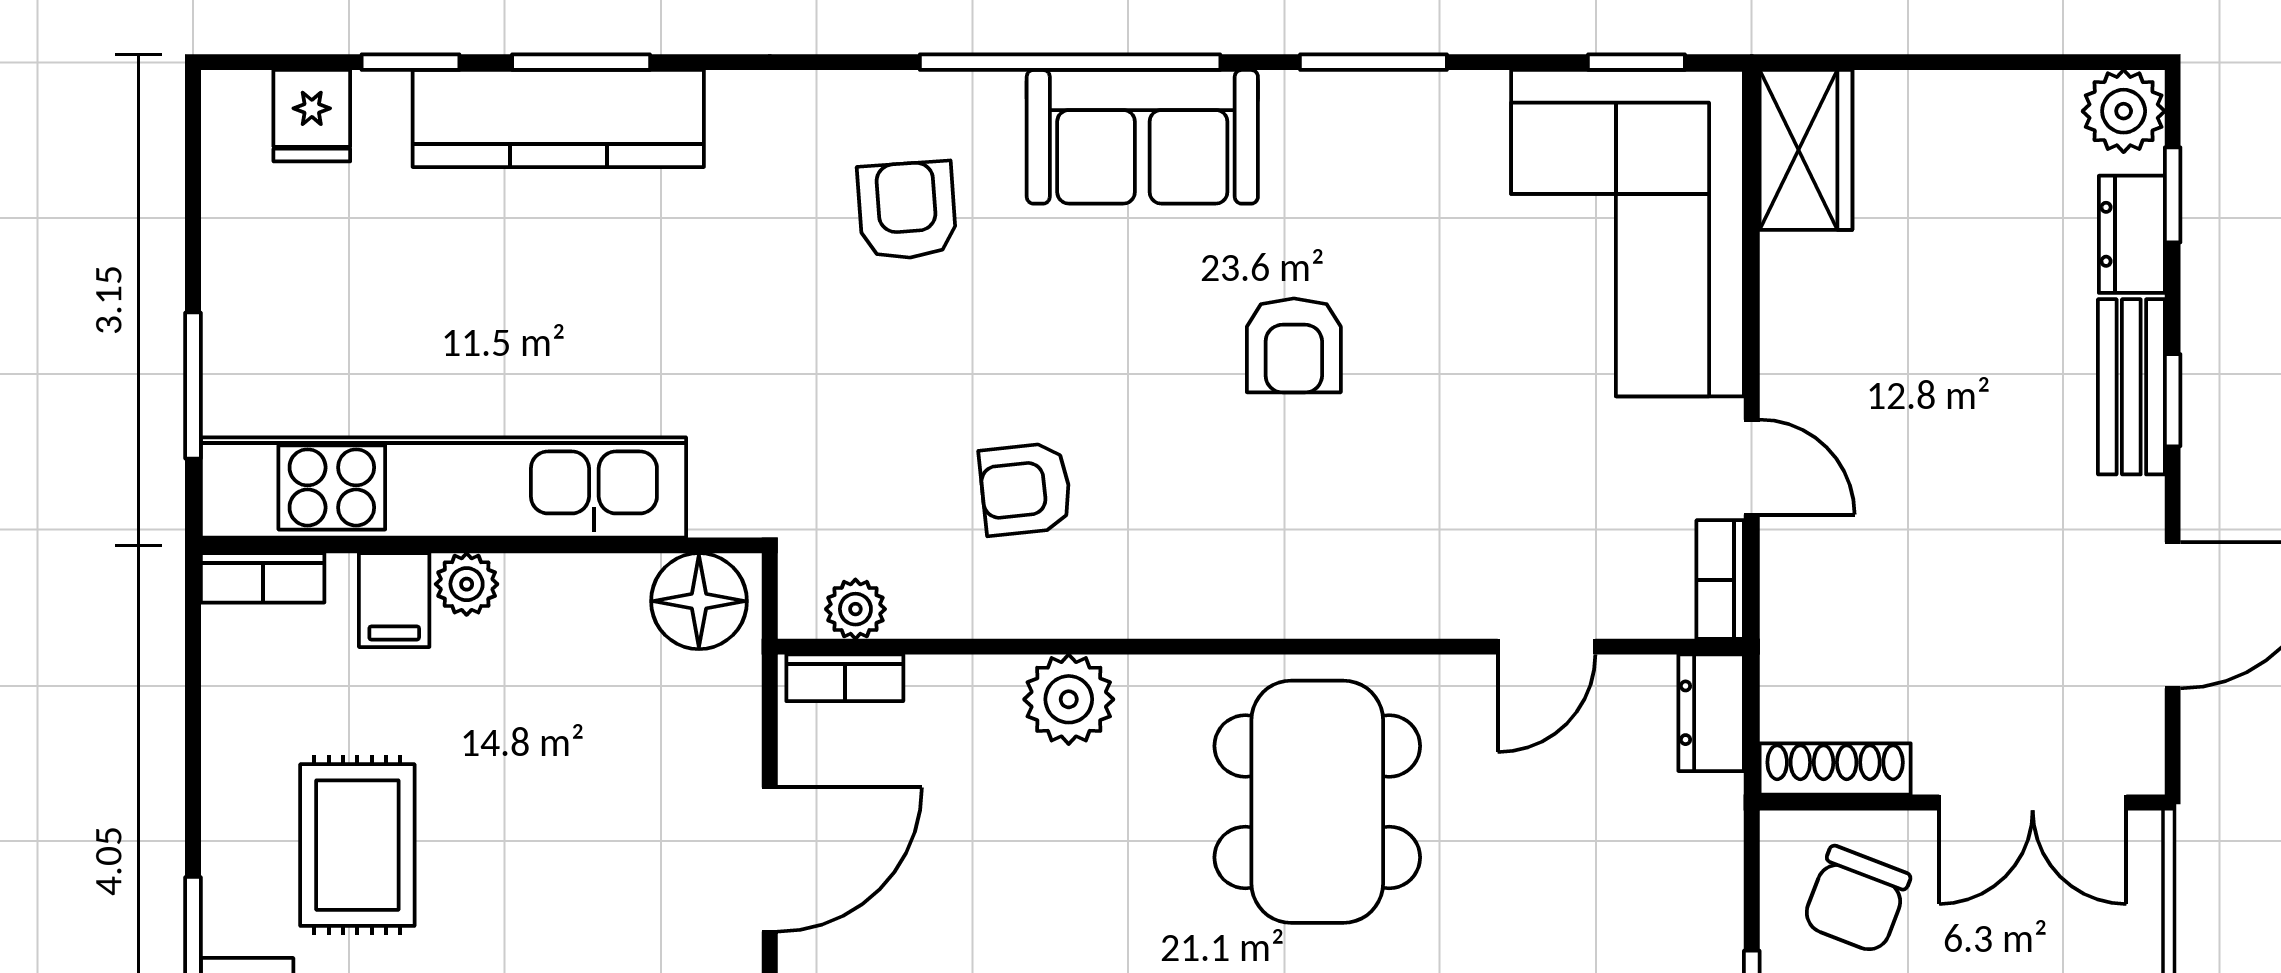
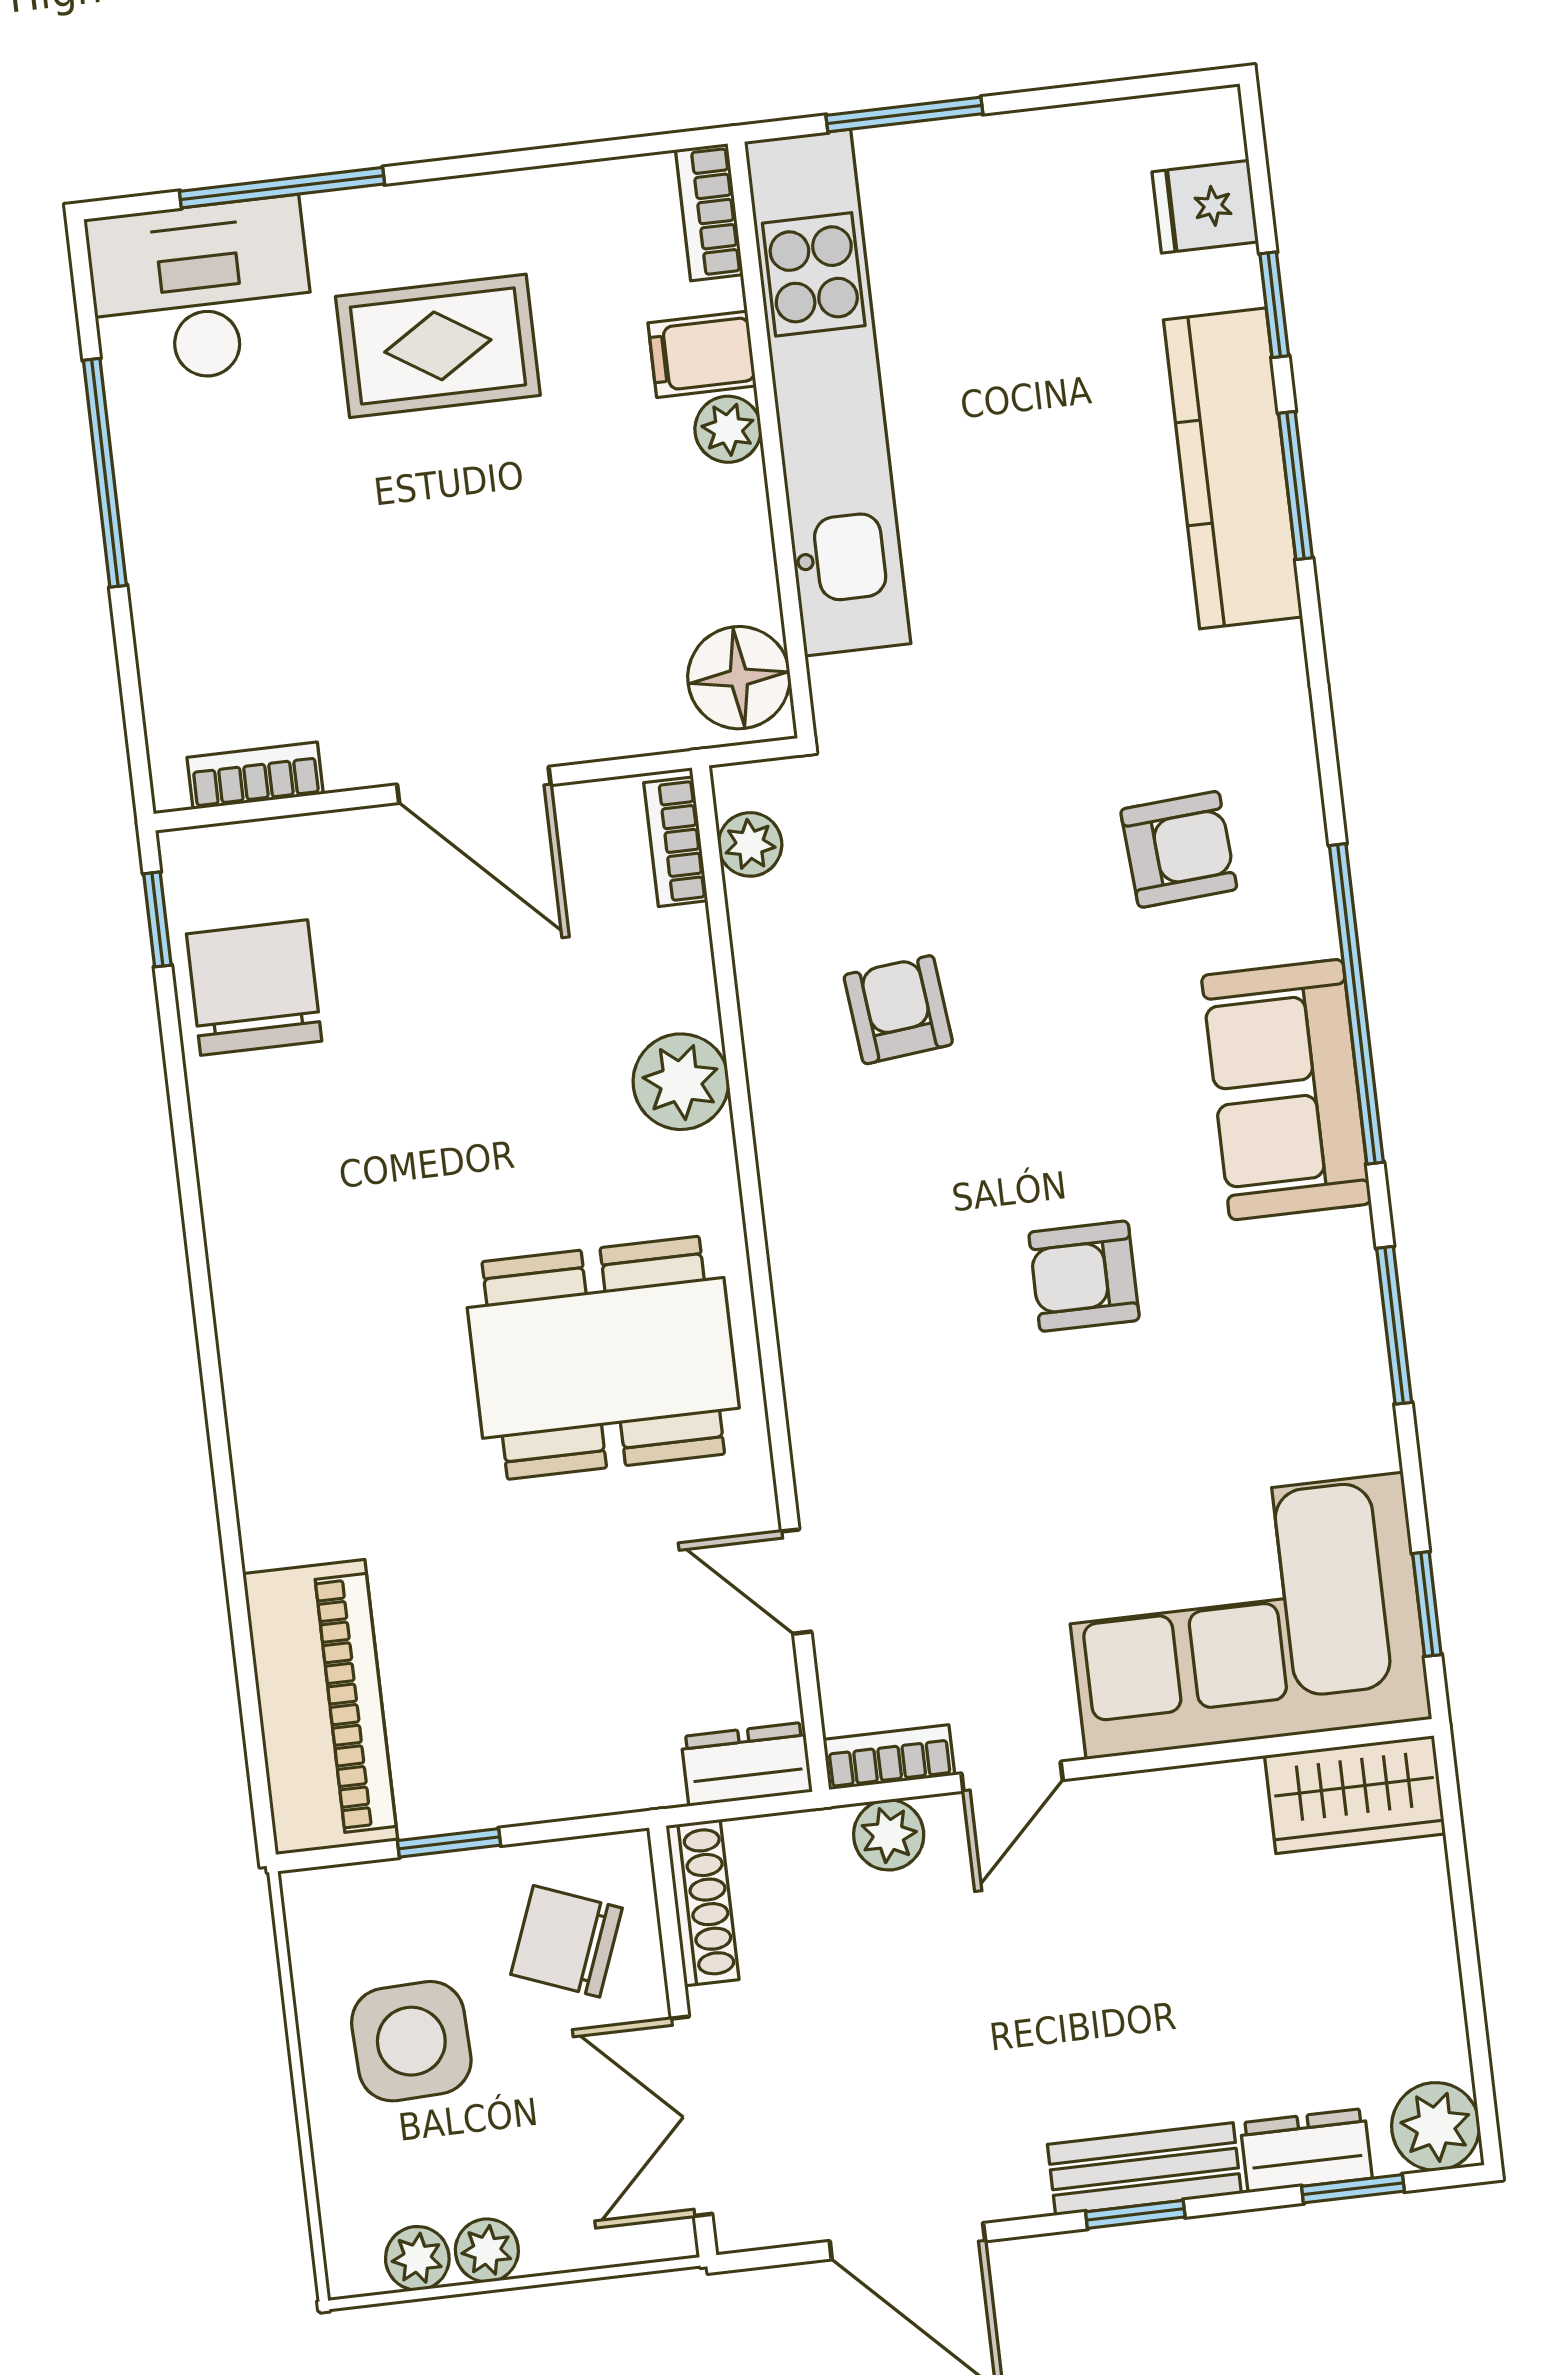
plant: (1792, 588) -> (889, 1835), added

